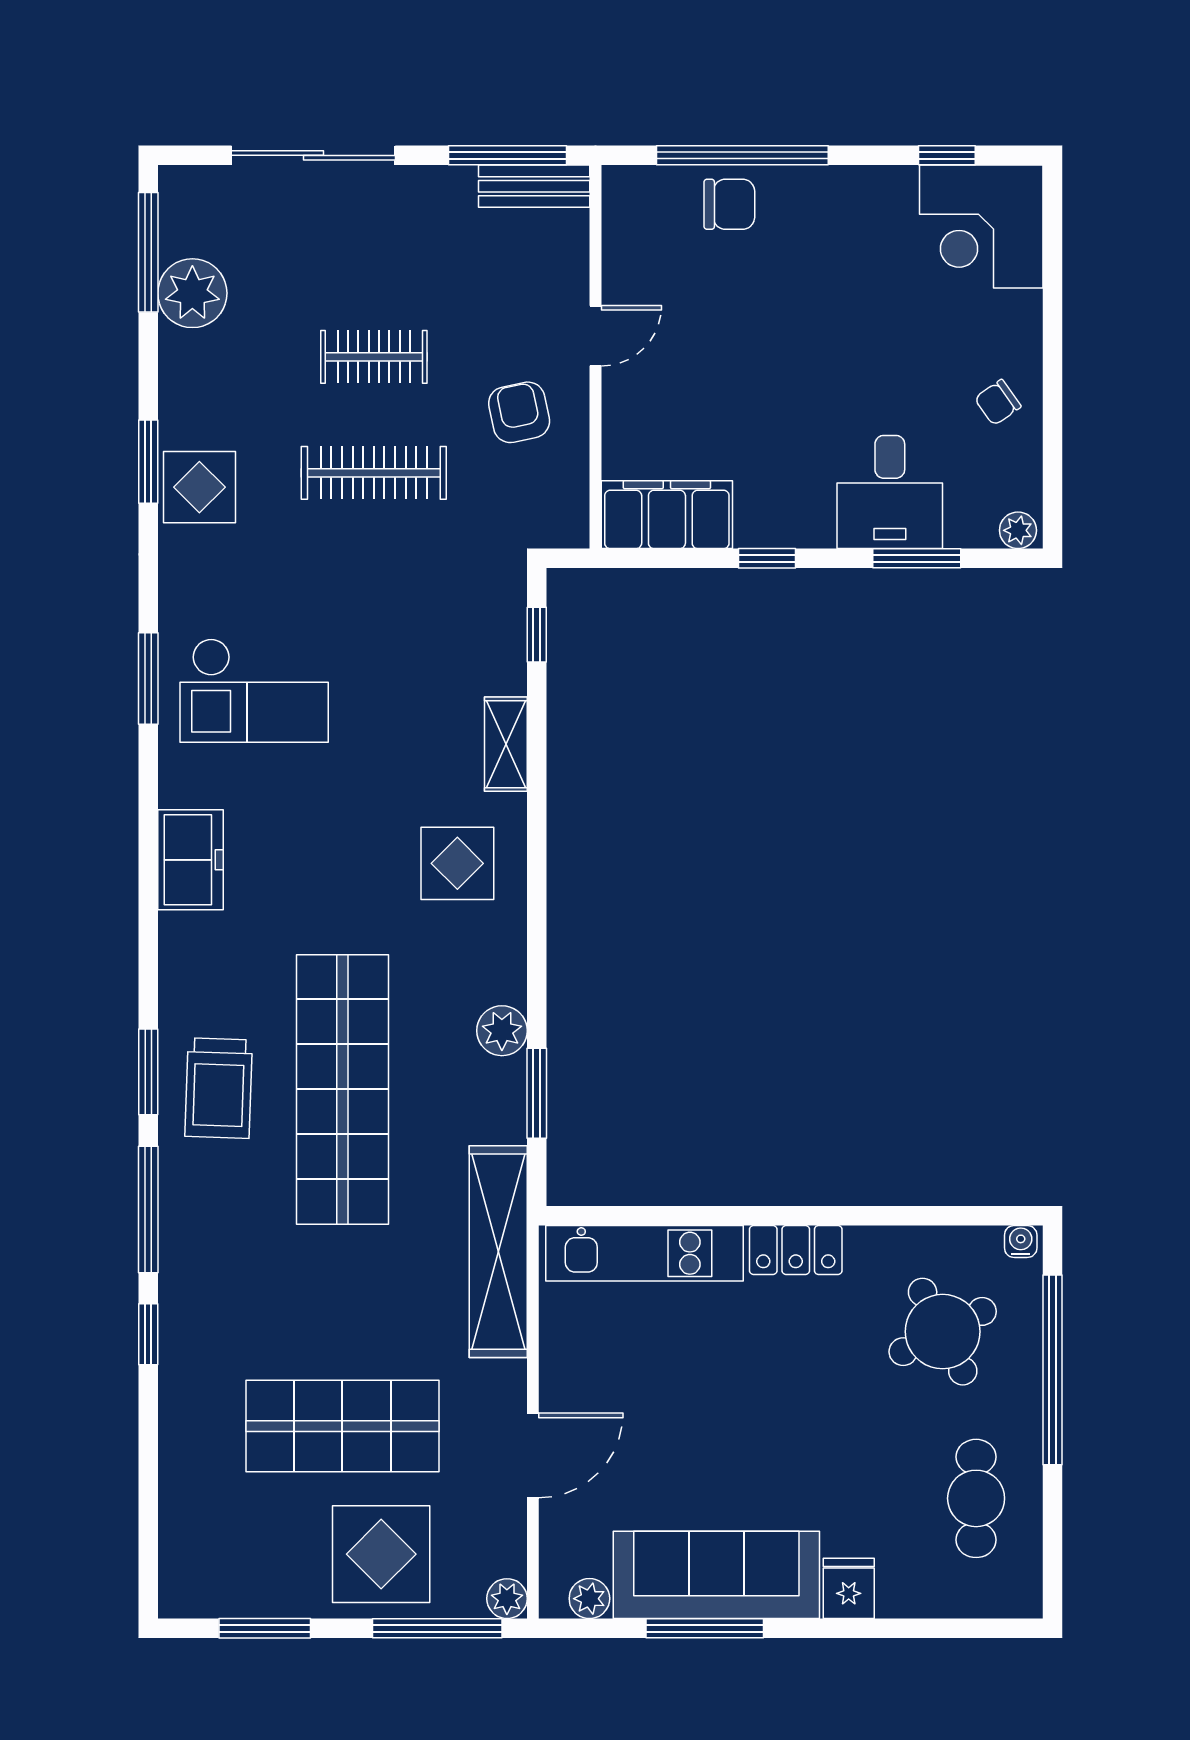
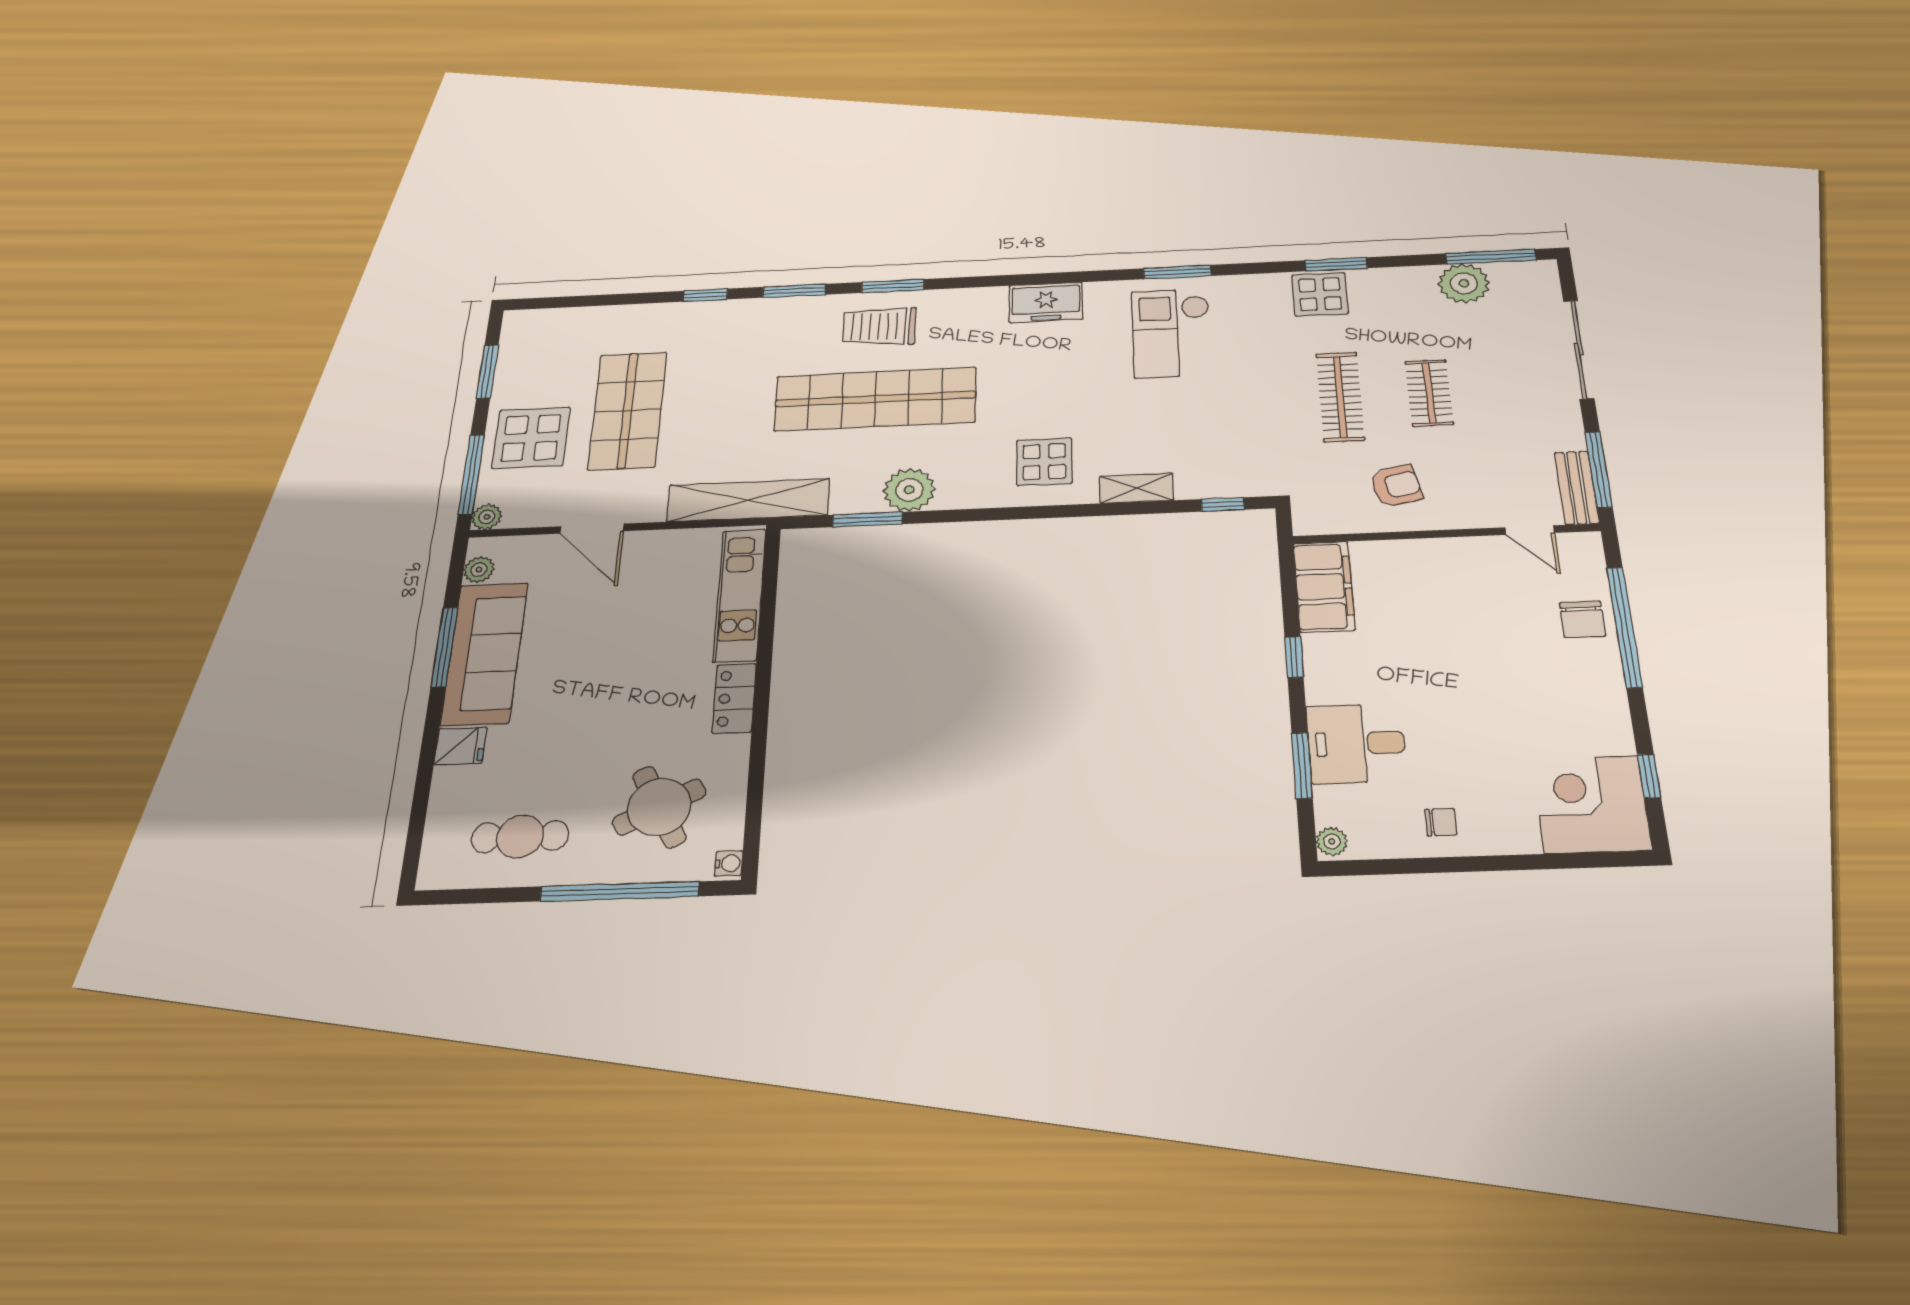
door: (596, 336) -> (1530, 530), moved
chair: (998, 402) -> (1441, 822), turned 125
plant: (502, 1031) -> (909, 490), width x1.36, depth x1.36
window: (148, 1209) -> (794, 291), width x0.69

